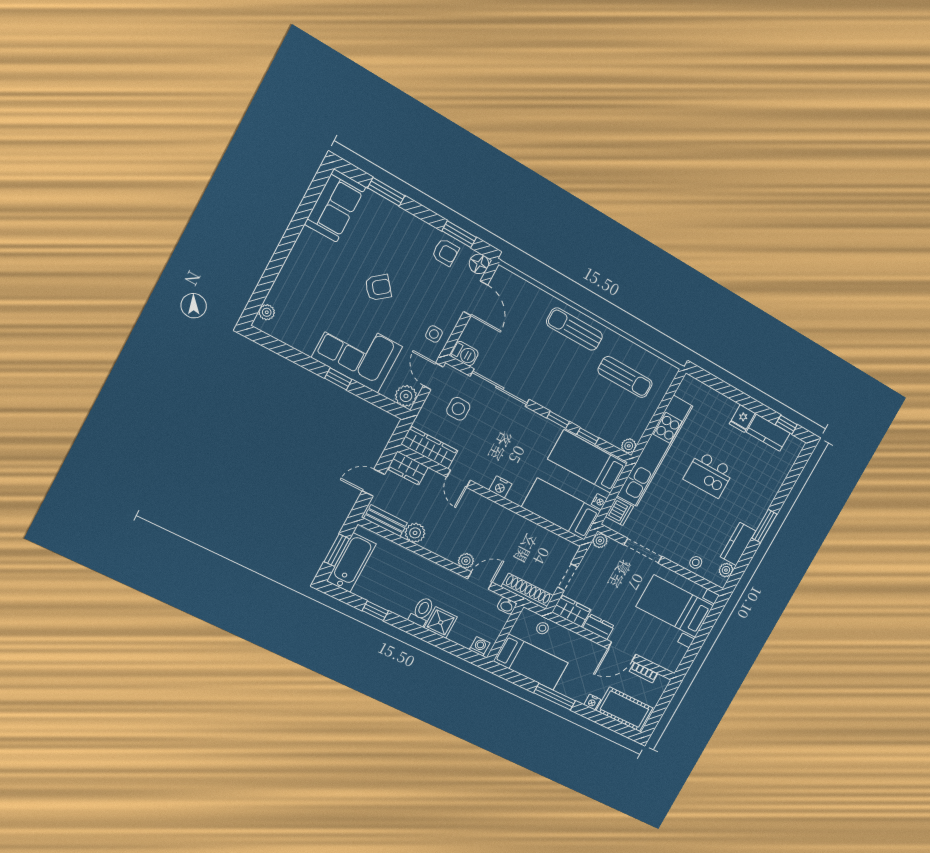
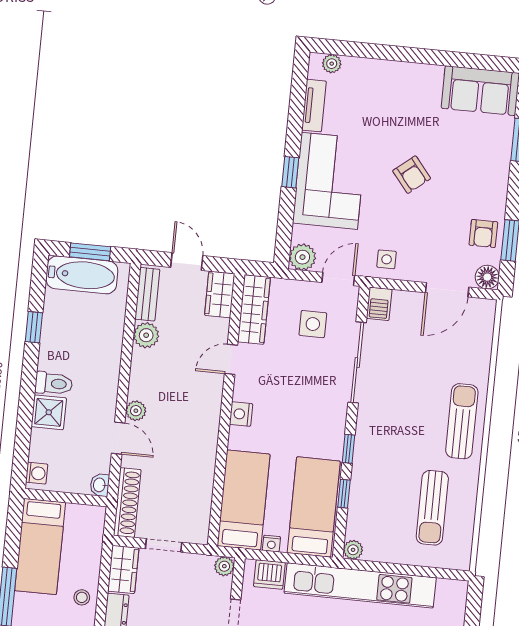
tv unit: (294, 340) -> (314, 106), added
stool: (543, 628) -> (82, 597), moved

